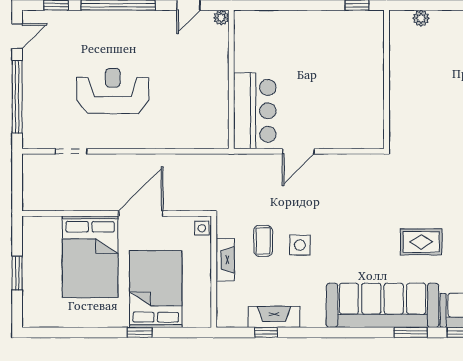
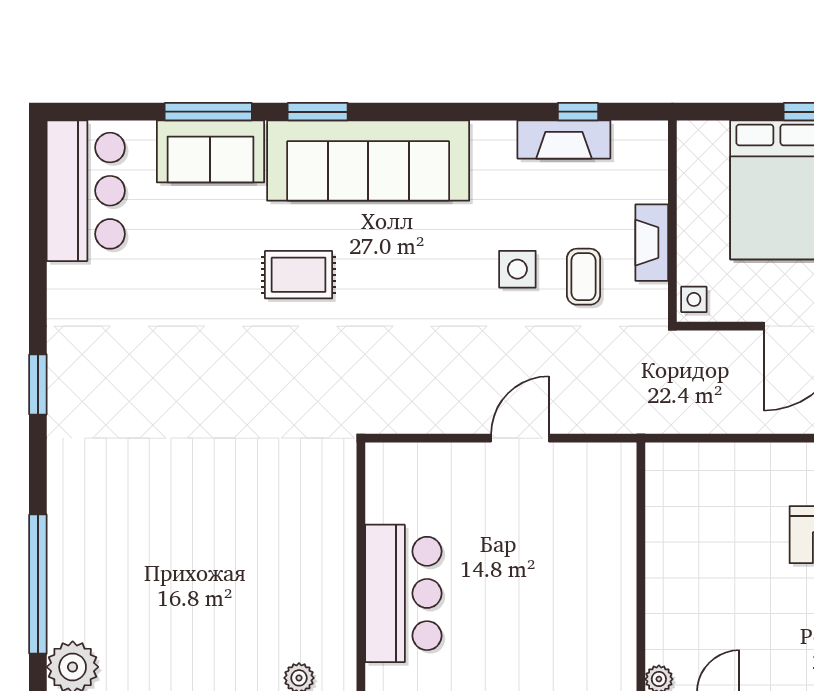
bar counter: (255, 111) -> (403, 593), moved, turned 180

